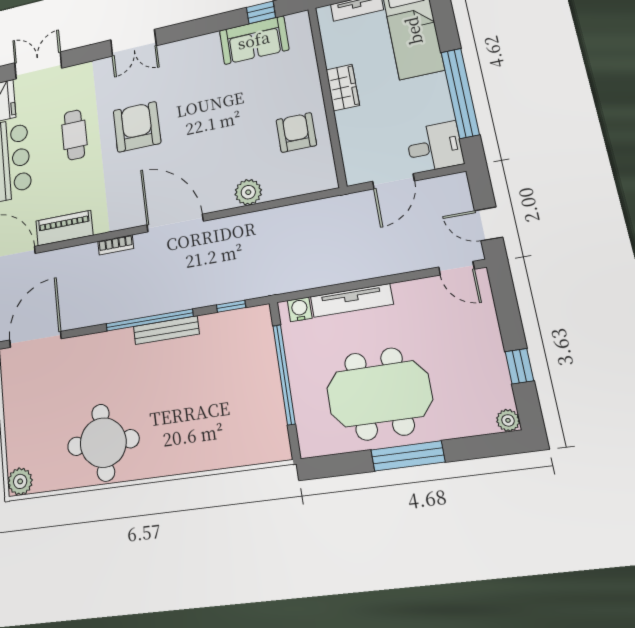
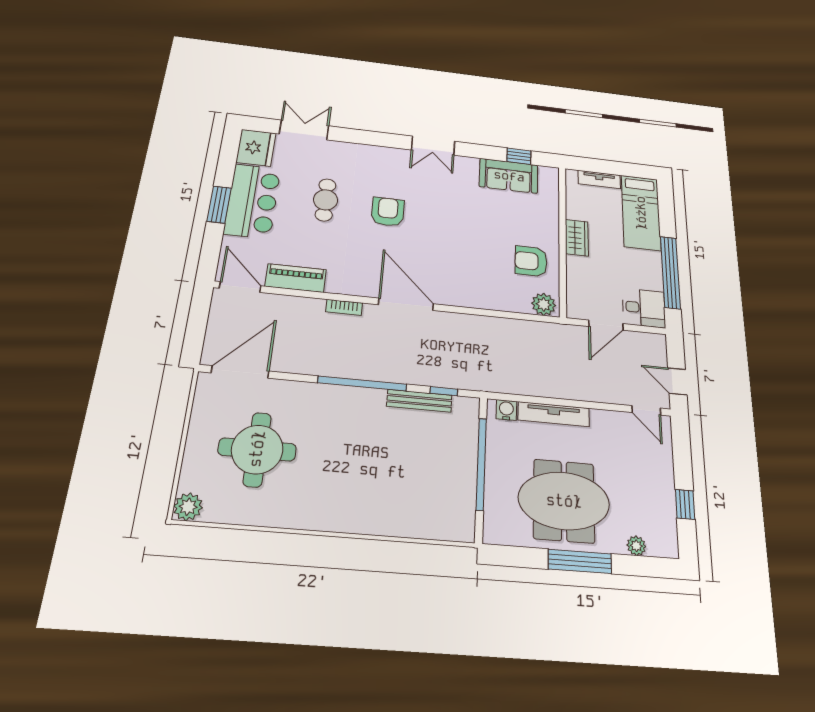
double door: (133, 43) -> (433, 146), moved
armchair: (137, 127) -> (388, 212), width x0.73, depth x0.73
armchair: (296, 132) -> (531, 261), turned -90
plant: (248, 192) -> (544, 304), moved
bench: (166, 330) -> (419, 401), moved
plant: (508, 420) -> (636, 546), moved
round table: (103, 443) -> (257, 449), moved

